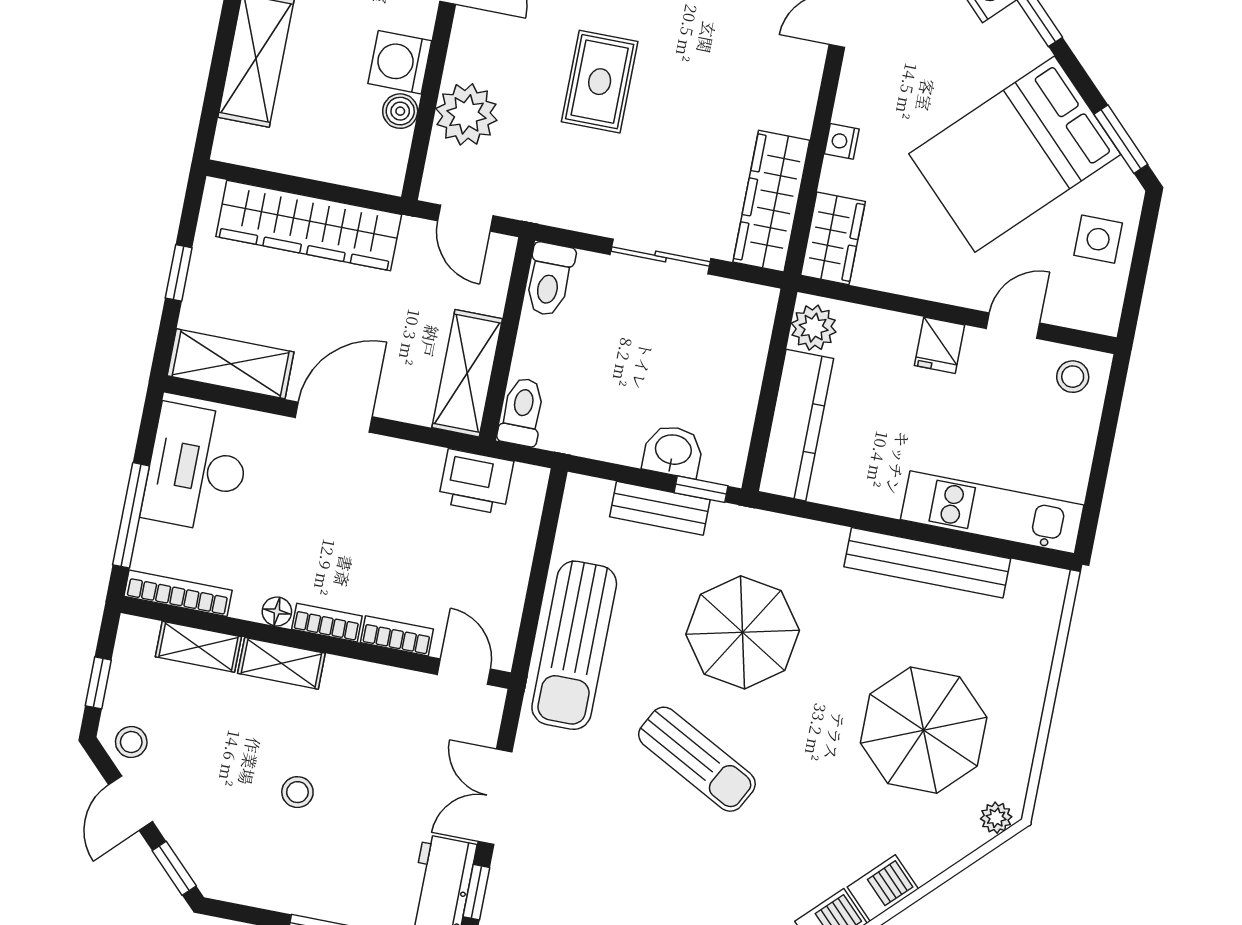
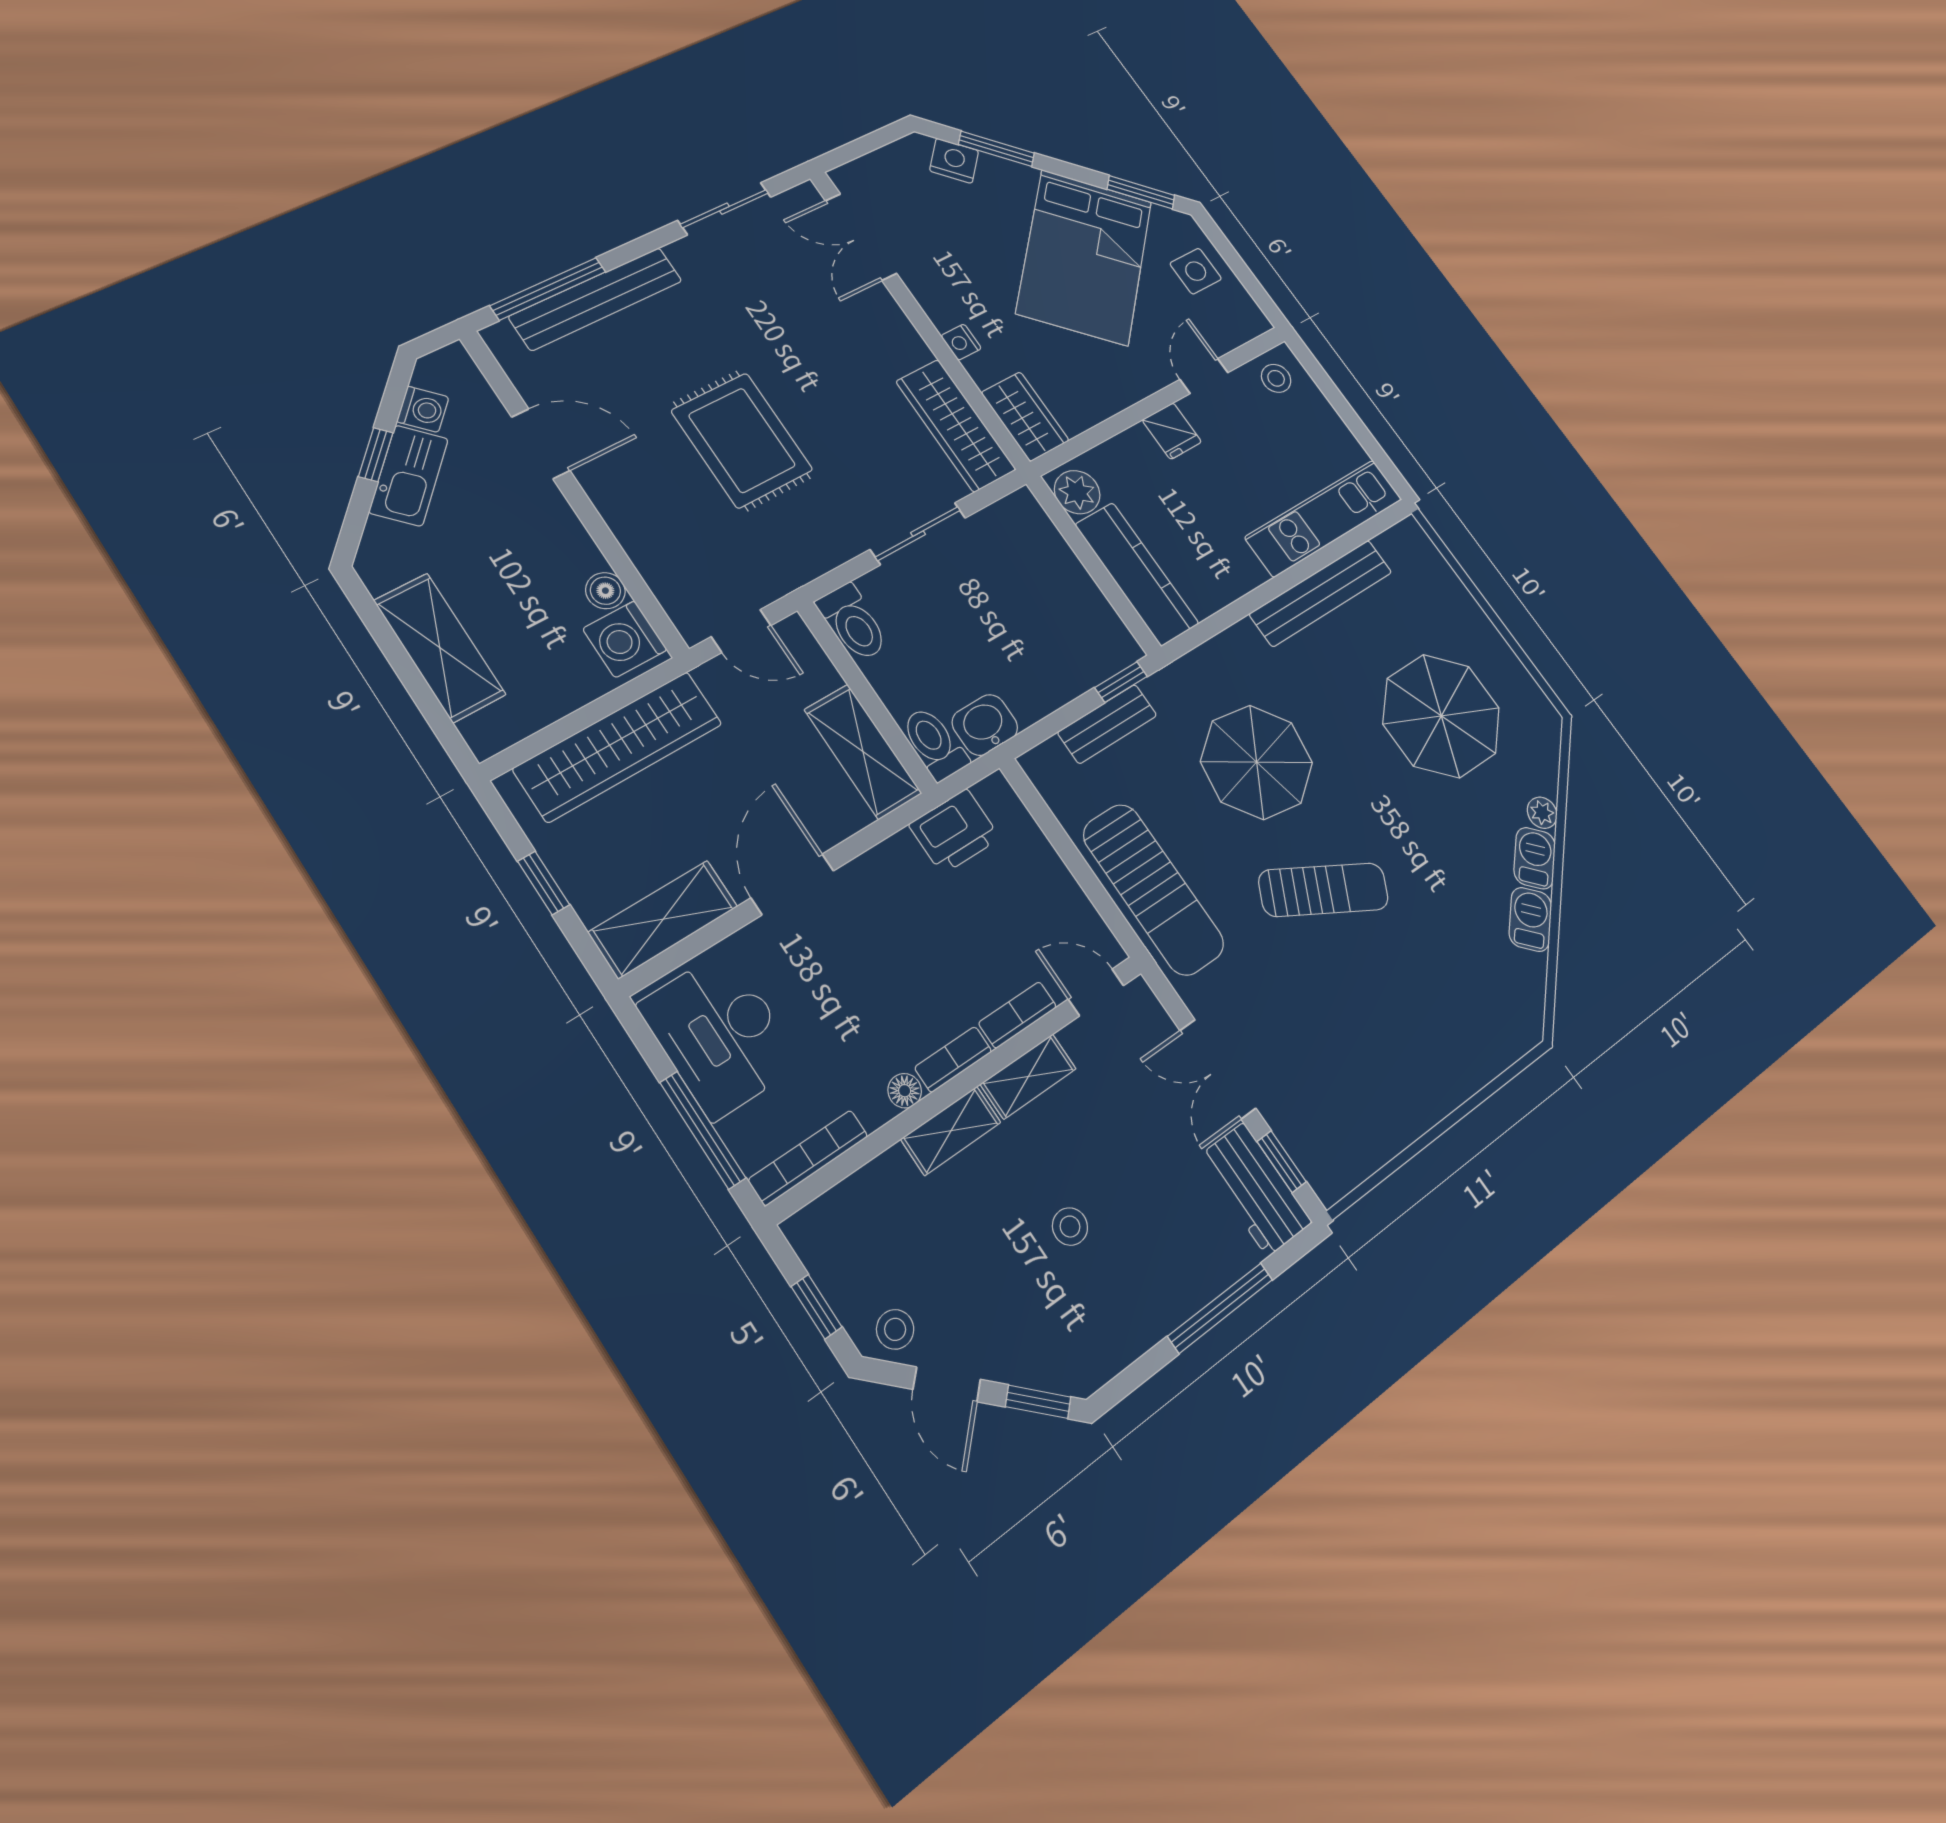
washing machine: (400, 62) -> (625, 639), moved
rug: (600, 82) -> (742, 440), width x1.36, depth x1.43
plant: (466, 114) -> (662, 549), removed
washbasin: (673, 451) -> (985, 725), moved
shelving: (198, 647) -> (1028, 1076), moved
plant: (996, 818) -> (1542, 813), moved

